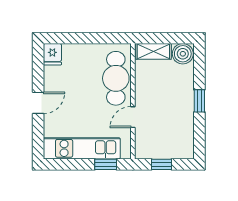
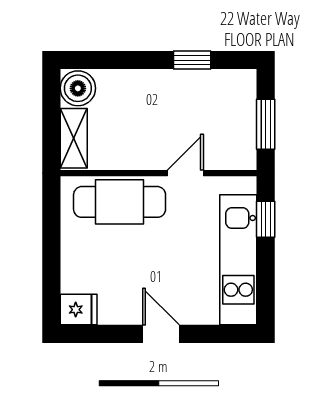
window: (199, 101) -> (192, 60), moved
door: (133, 117) -> (185, 173), swing flipped
window: (162, 164) -> (266, 124), width x1.50

